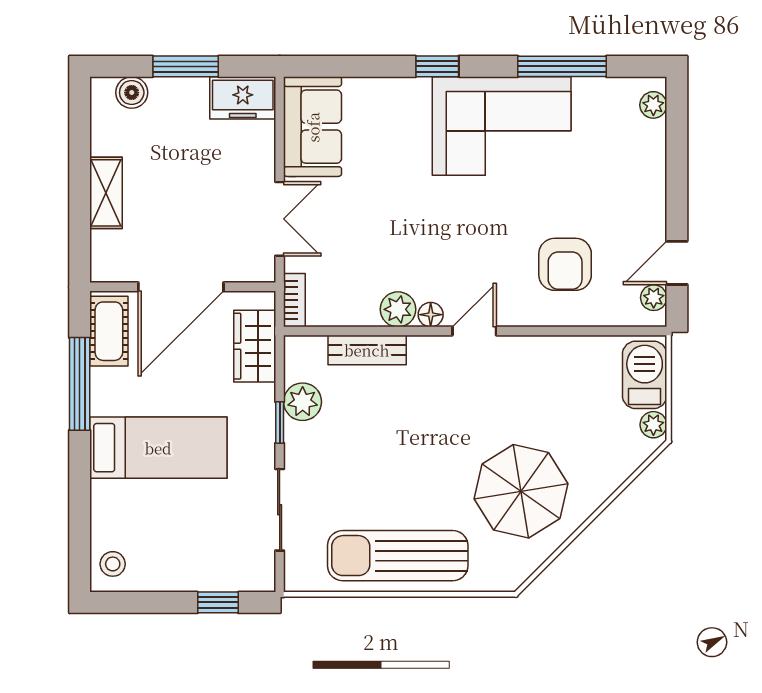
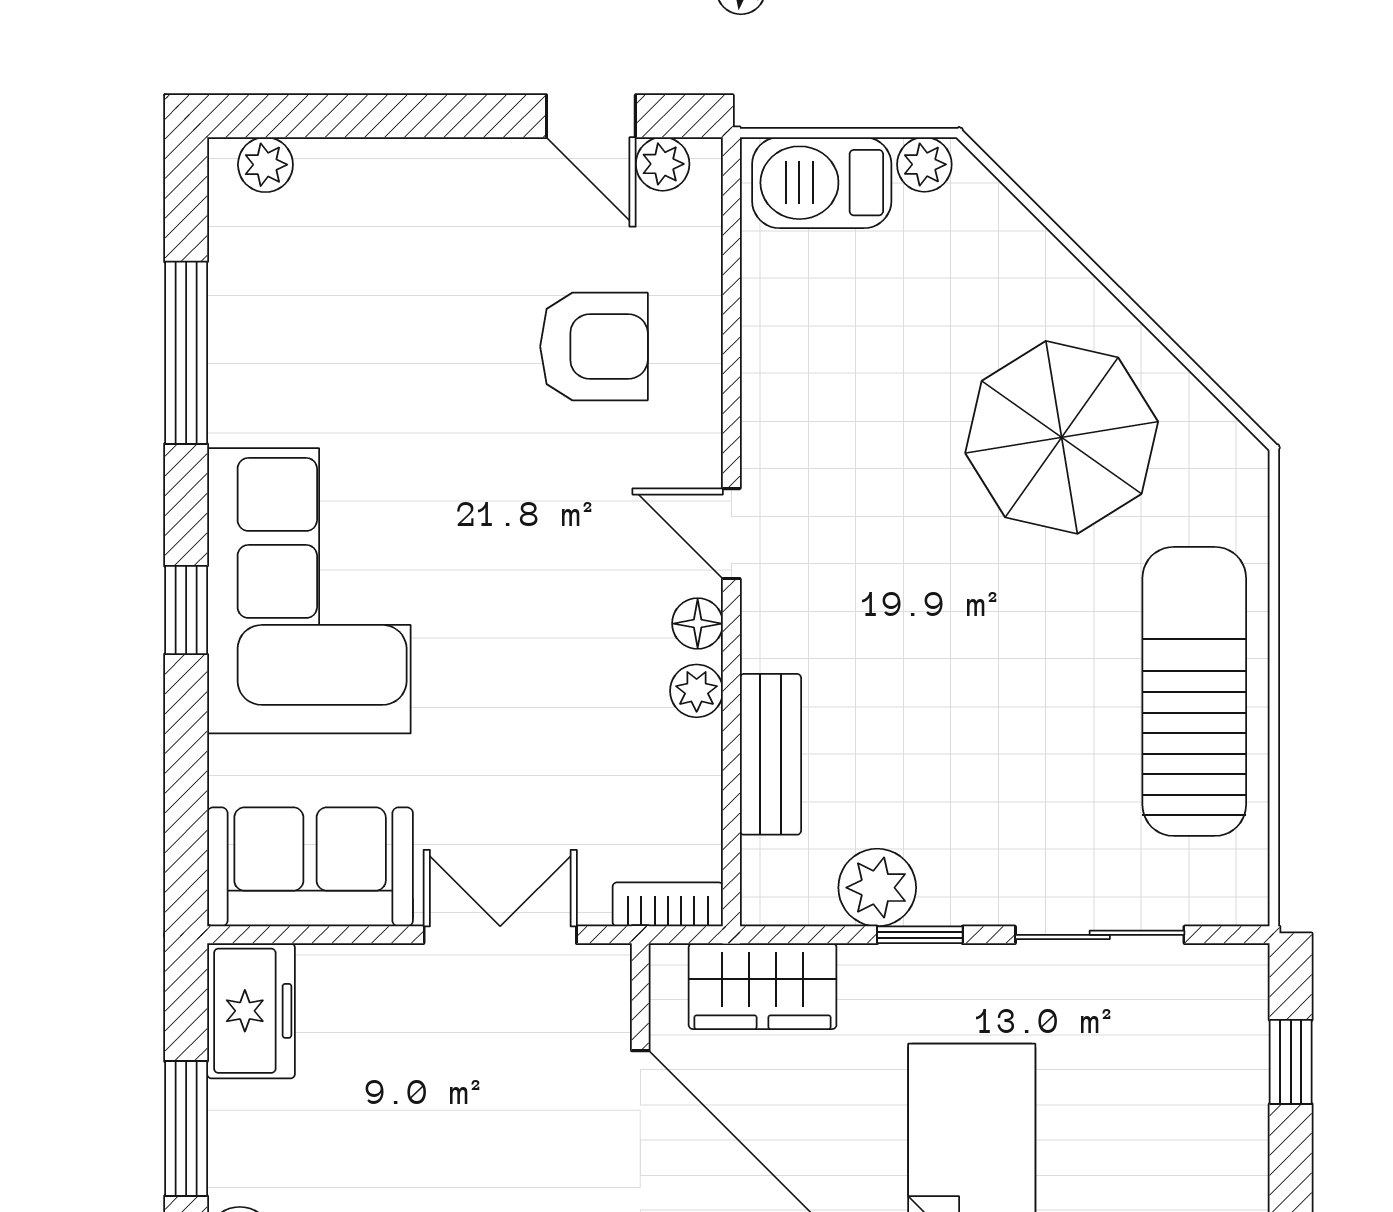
corner sofa: (502, 126) -> (309, 591), moved
plant: (398, 309) -> (697, 691), width x0.73, depth x0.73
sun lounger: (398, 556) -> (1194, 691), turned 180

